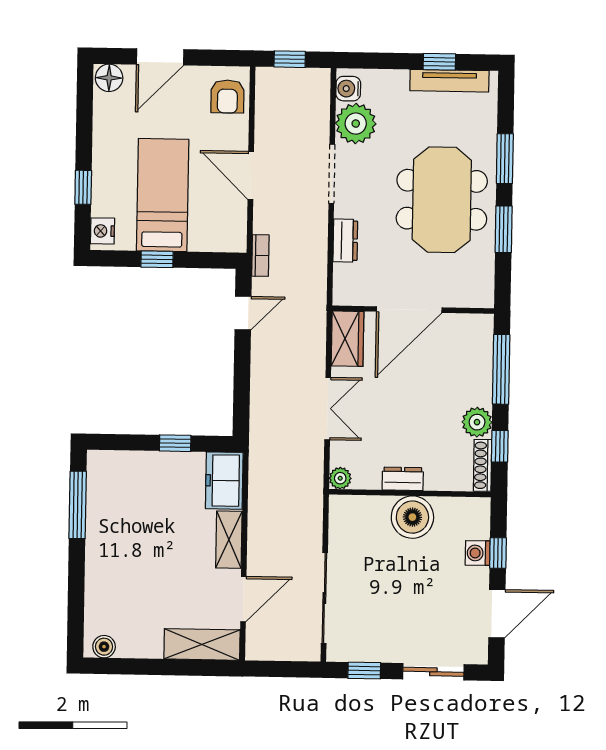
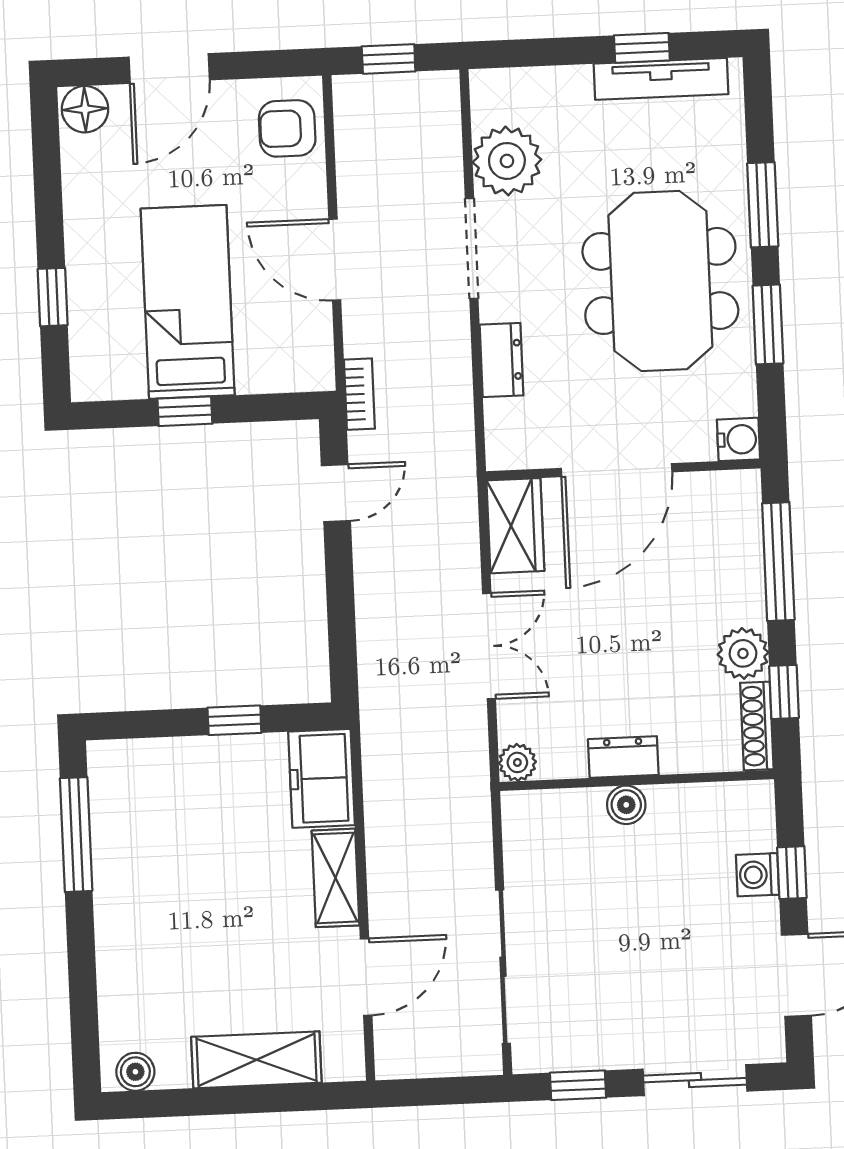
water cooler: (348, 89) -> (738, 439), moved, turned 180
armchair: (227, 96) -> (287, 128), turned 90
nightstand: (102, 231) -> (90, 369), removed
boiler: (412, 517) -> (626, 805), width x0.54, depth x0.54
shelving: (202, 644) -> (256, 1060), moved

